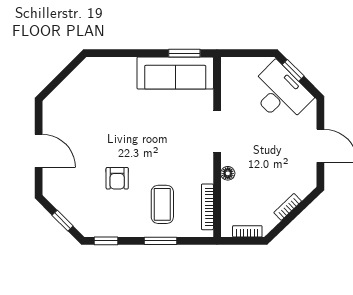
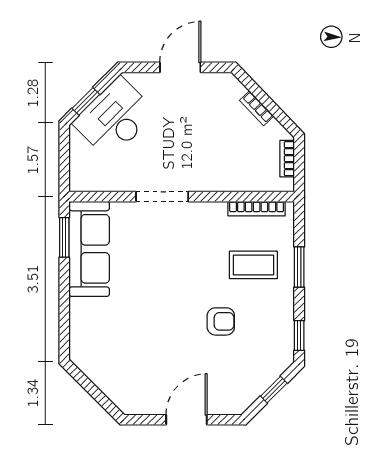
floor lamp: (228, 173) -> (215, 183), removed

